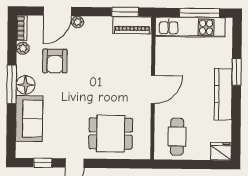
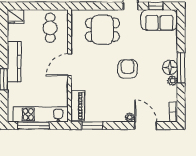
door: (57, 11) -> (146, 126), hinge flipped
piano: (132, 25) -> (78, 106), moved, turned 90
plant: (23, 48) -> (172, 81), moved
armchair: (55, 61) -> (128, 69), moved
sofa: (29, 118) -> (159, 20), moved, turned -90

